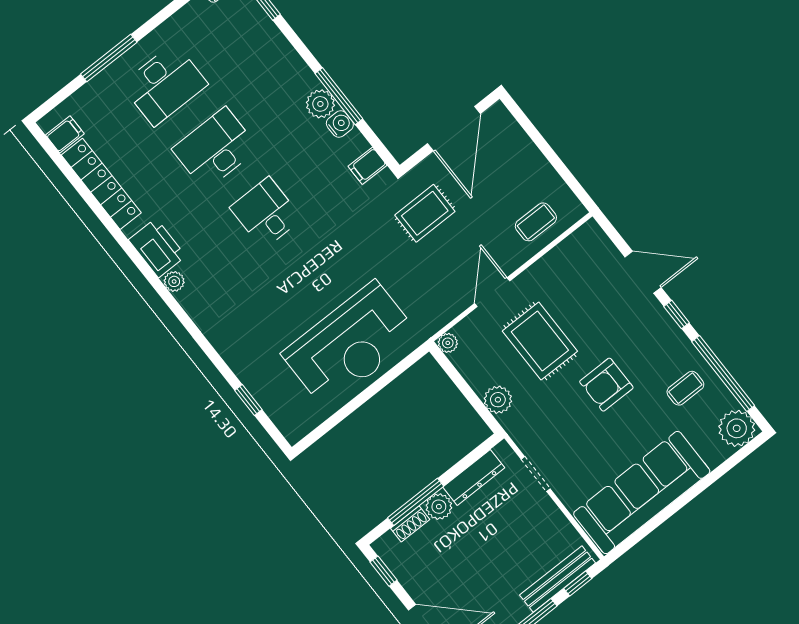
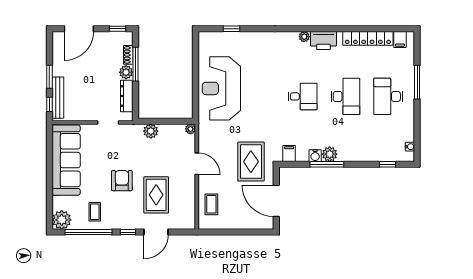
rug: (425, 213) -> (251, 162), width x1.36, depth x1.43
rug: (540, 341) -> (156, 195), moved, turned 90

